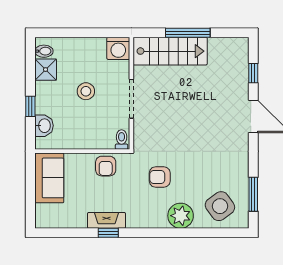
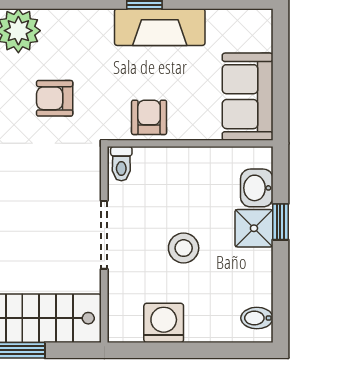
washing machine: (118, 48) -> (164, 323), moved
shower: (46, 70) -> (254, 228), moved
armchair: (160, 177) -> (55, 98), turned 180
fireplace: (106, 220) -> (160, 27), width x1.37, depth x1.32

